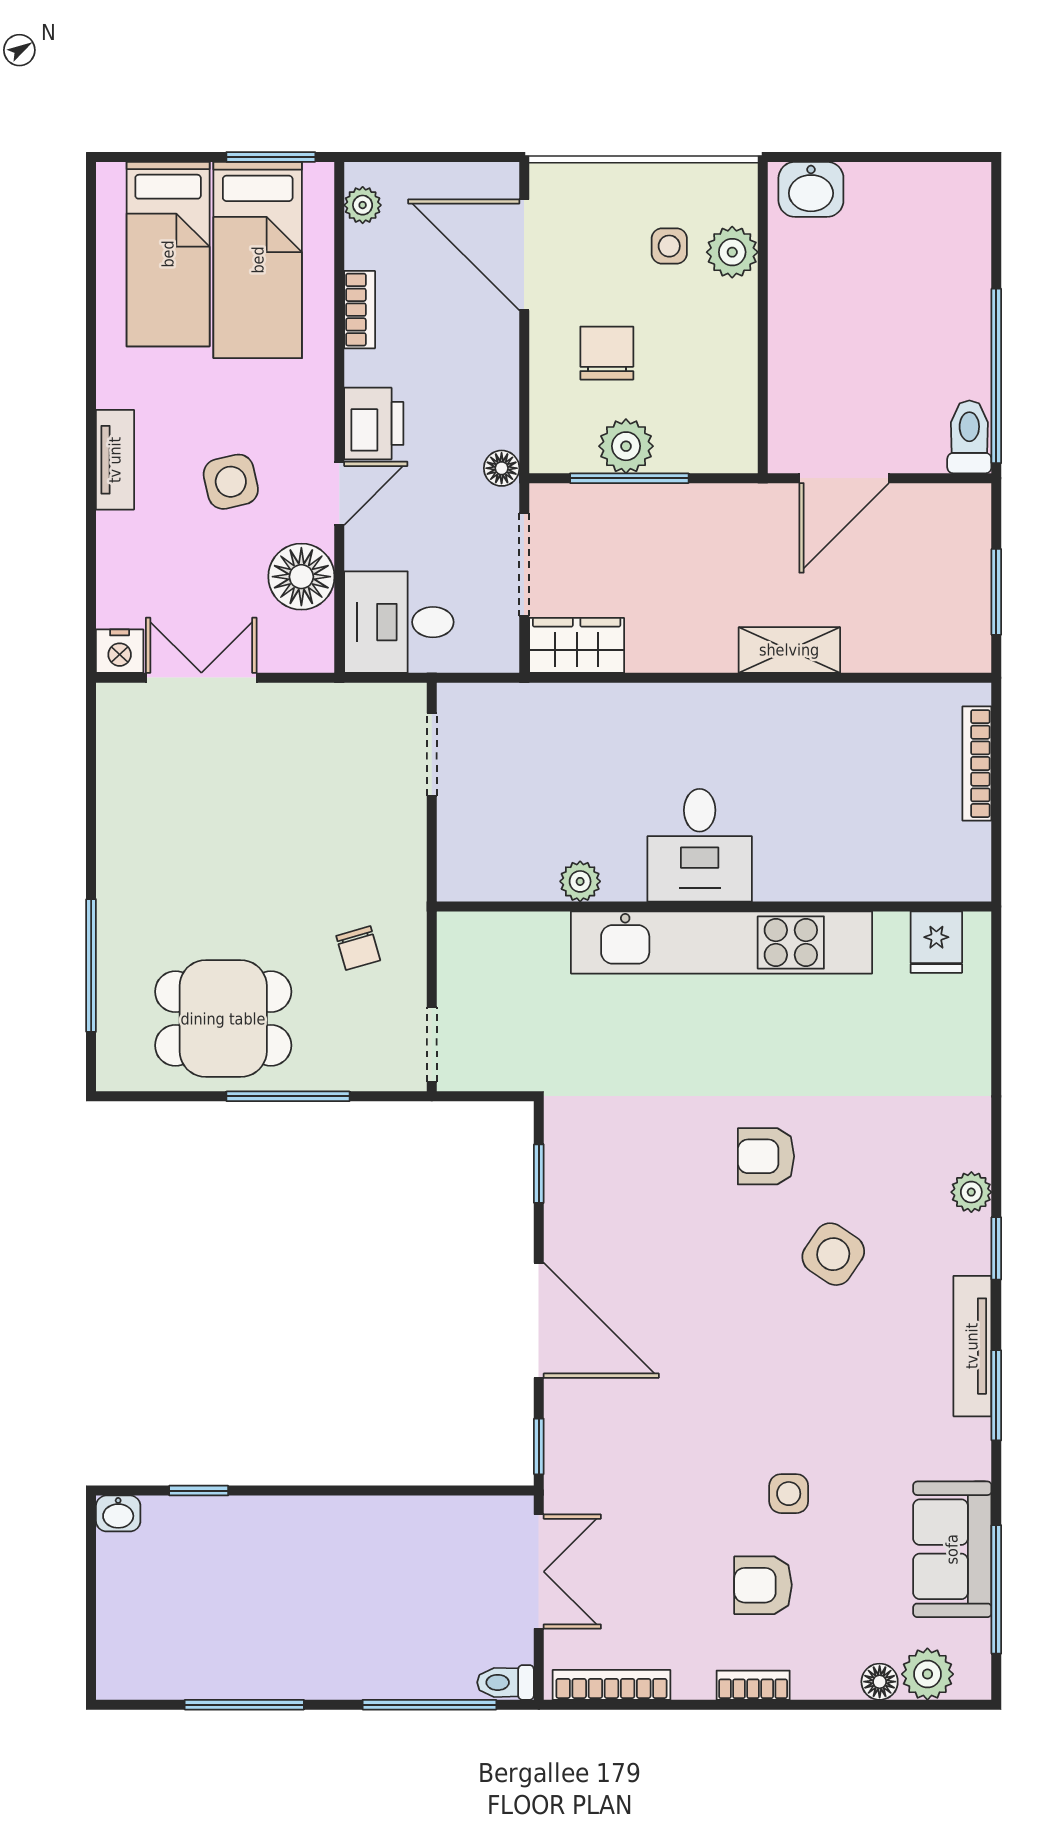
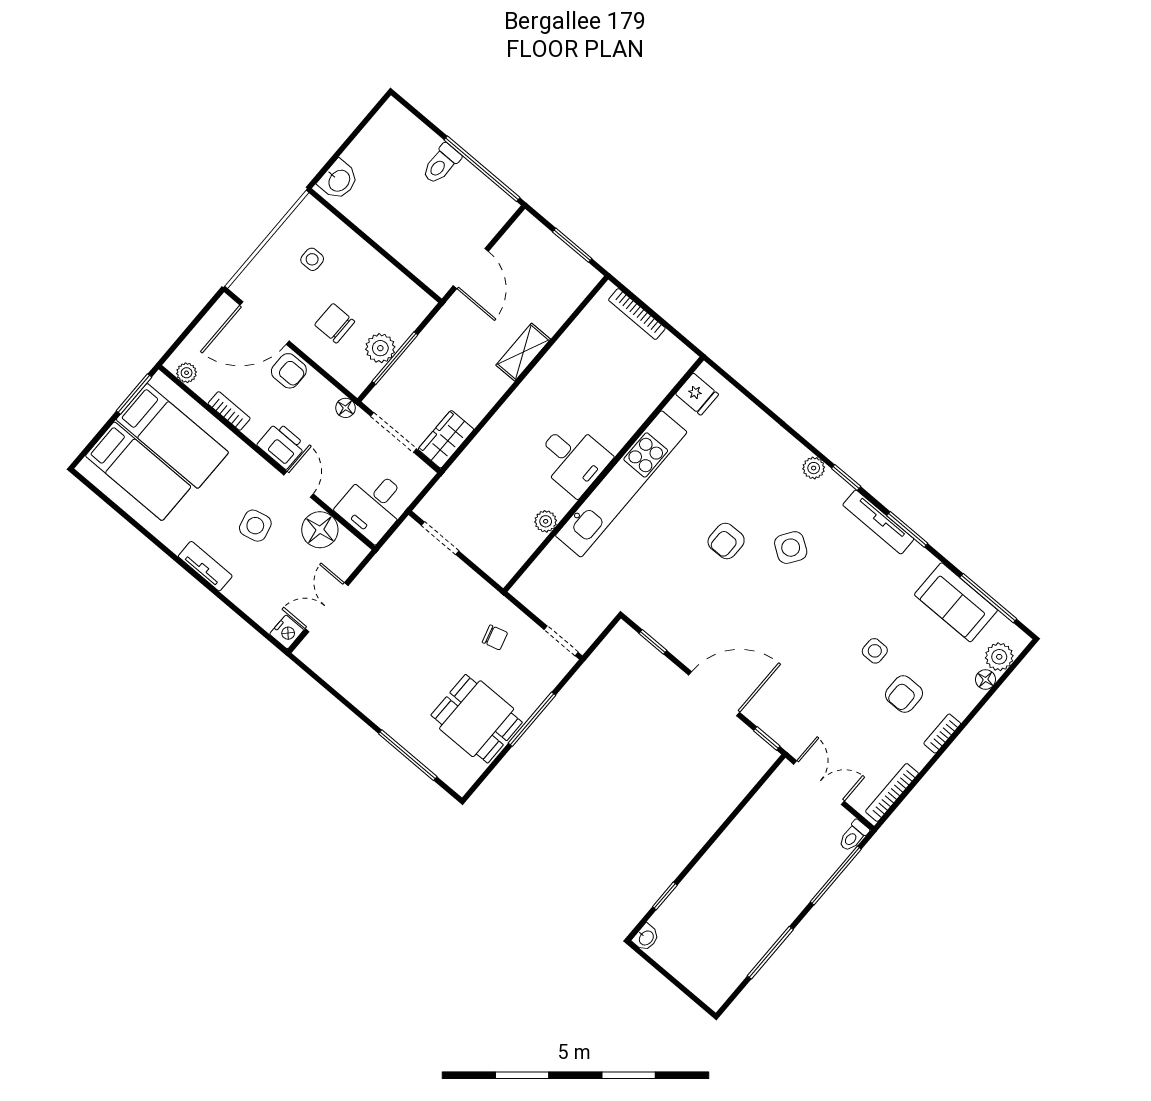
plant: (732, 252) -> (337, 235), removed
armchair: (486, 345) -> (289, 371), added
toilet: (969, 437) -> (441, 164), moved, turned -90
dining table: (223, 1019) -> (477, 719), turned 90

